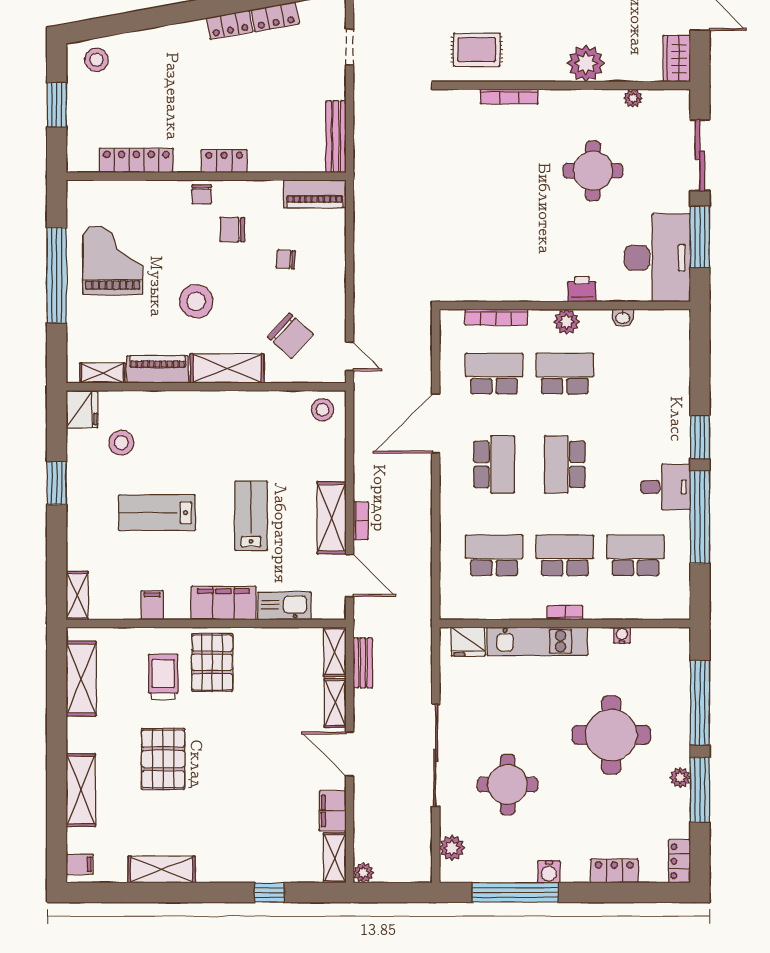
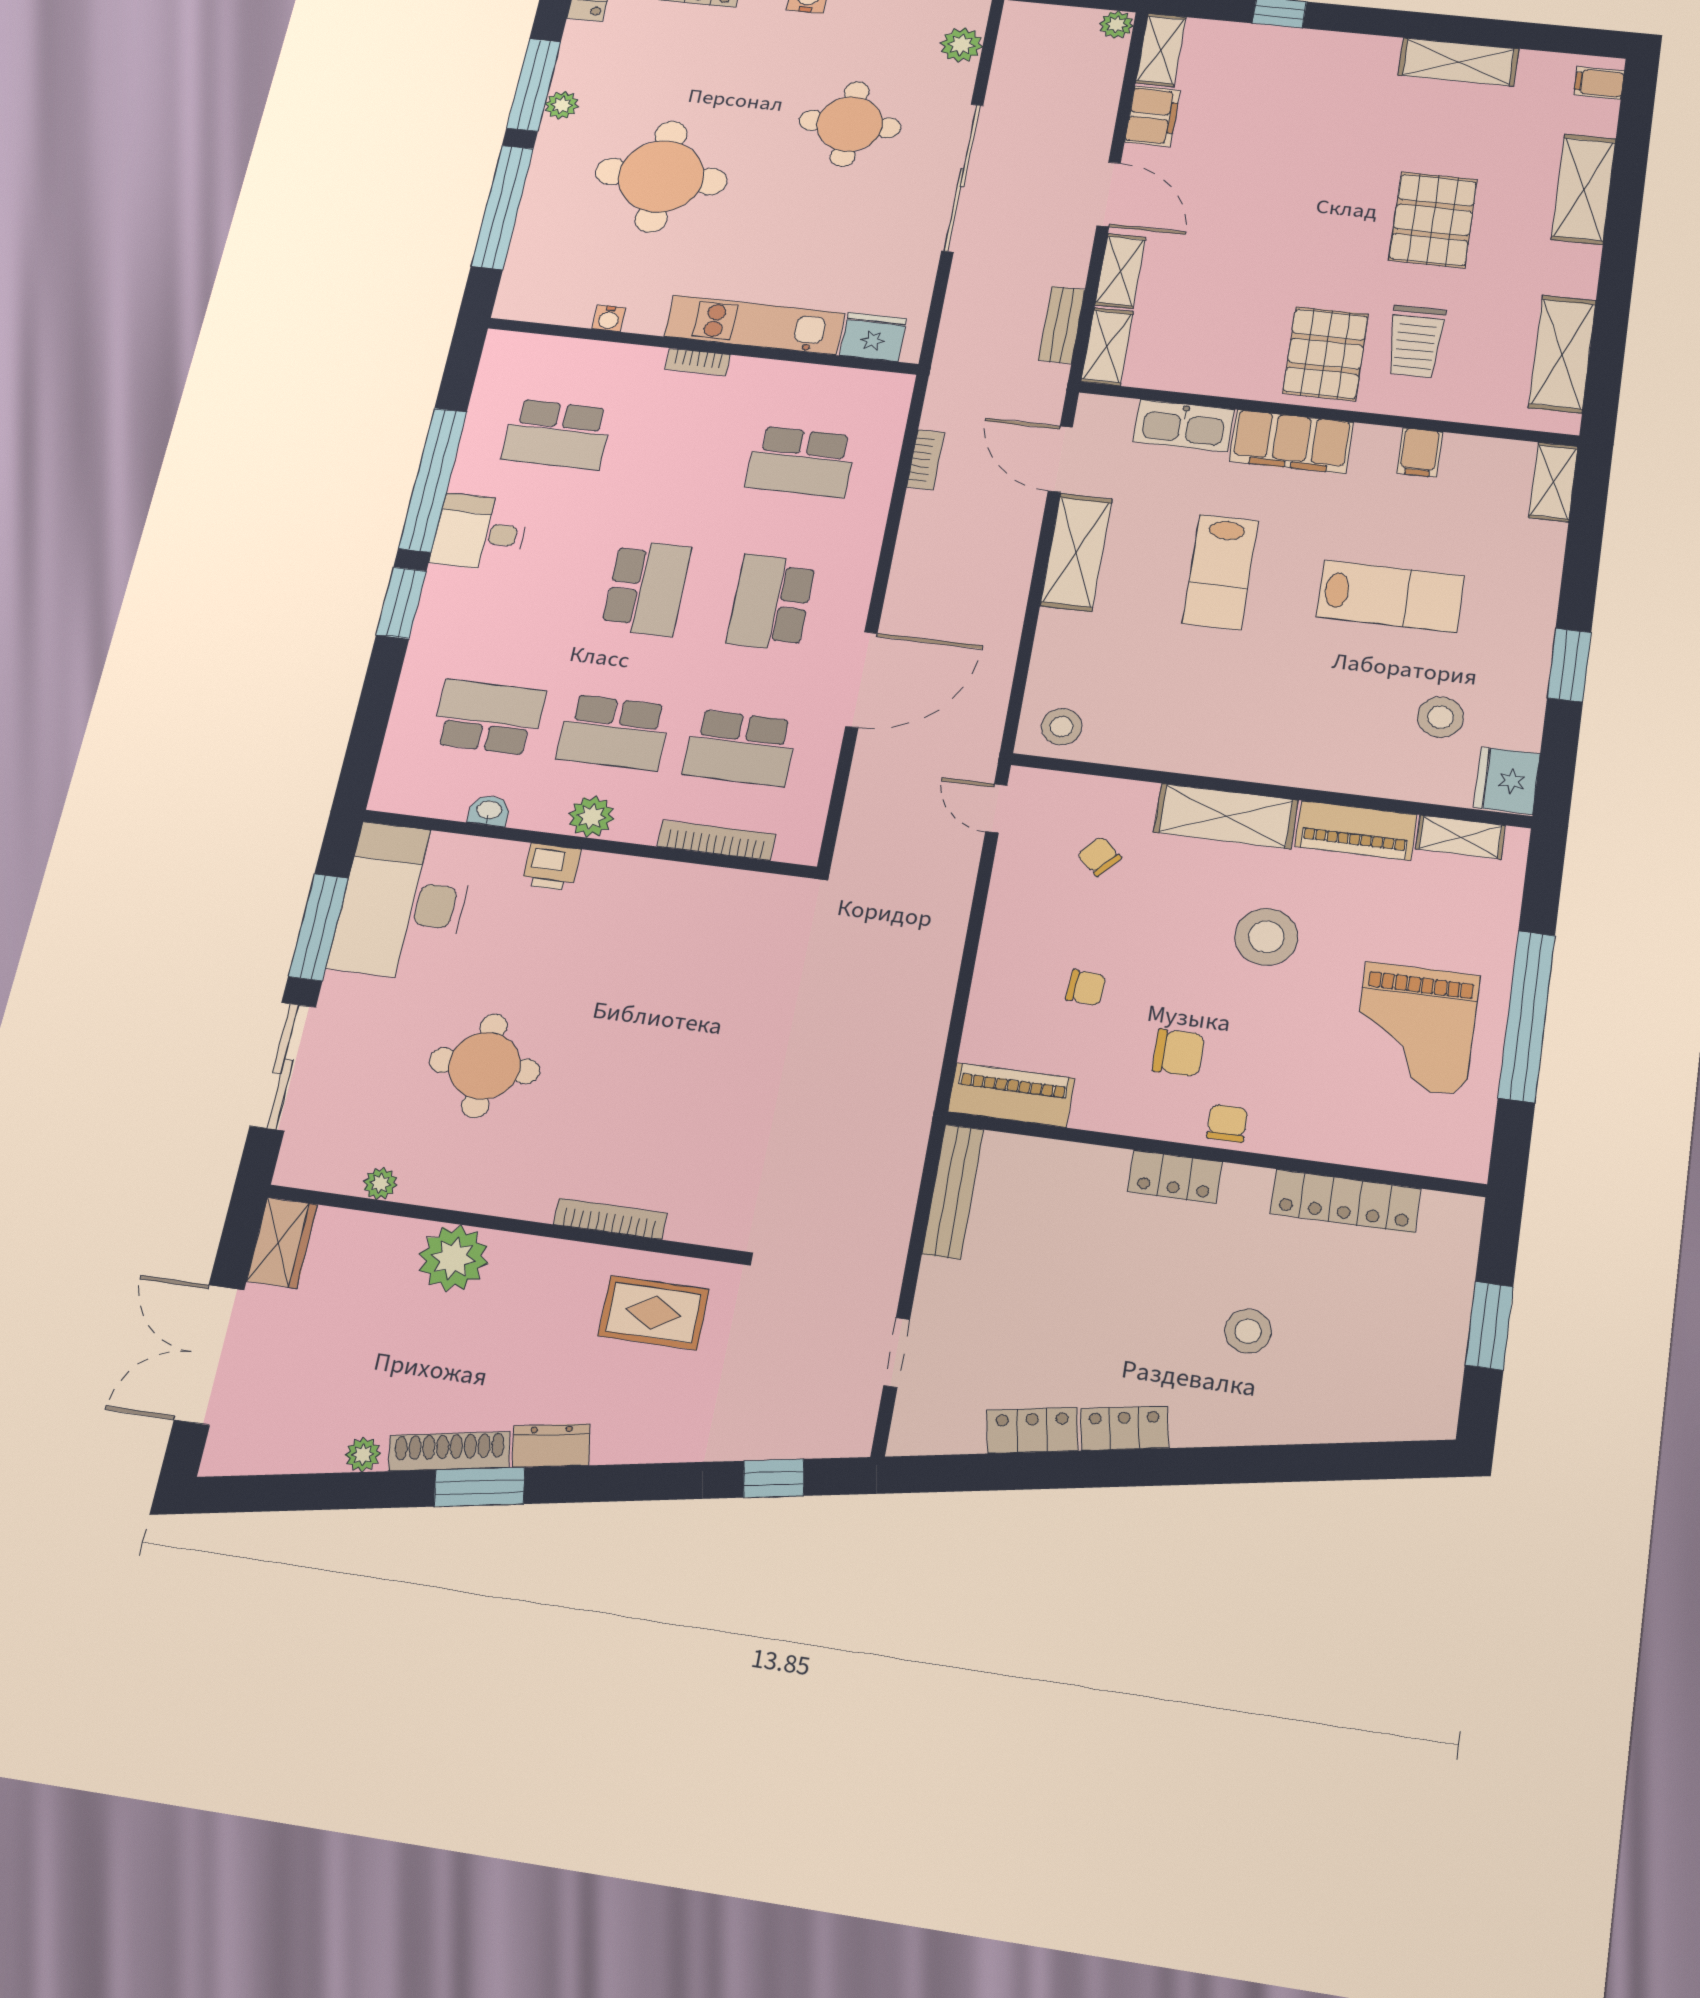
stool: (96, 60) -> (1248, 1331), moved
chair: (290, 336) -> (1099, 856), width x0.54, depth x0.54
bookcase: (361, 521) -> (926, 460), moved, turned 180
school desk: (565, 555) -> (488, 717), moved, turned 180

